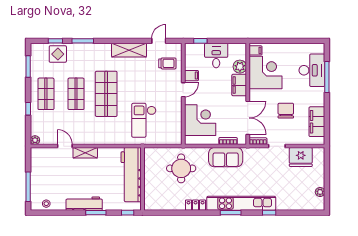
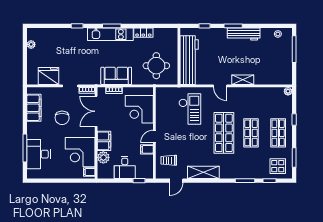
display table: (58, 54) -> (278, 166), moved
door: (65, 146) -> (220, 86), moved
workbench: (131, 175) -> (189, 60), moved
wall: (142, 179) -> (179, 56), moved
kitchen unit: (241, 203) -> (110, 34), width x0.73

